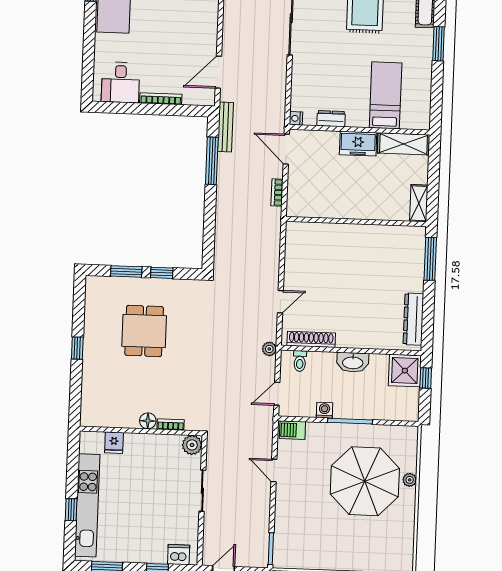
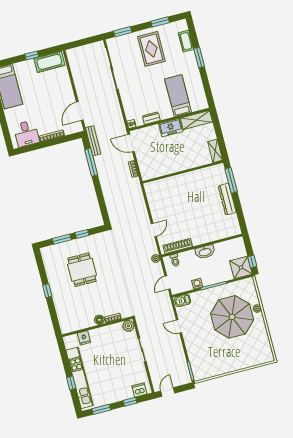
dresser: (413, 319) -> (227, 199), moved
shower: (405, 371) -> (241, 267), moved
window: (426, 378) -> (252, 262), moved

